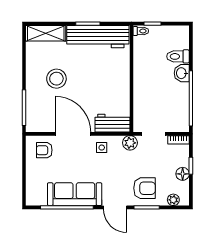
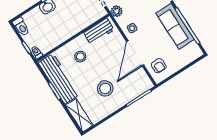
toilet: (178, 56) -> (21, 27), moved
stool: (107, 74) -> (80, 57), added
workbench: (112, 123) -> (99, 31), moved, turned -90

